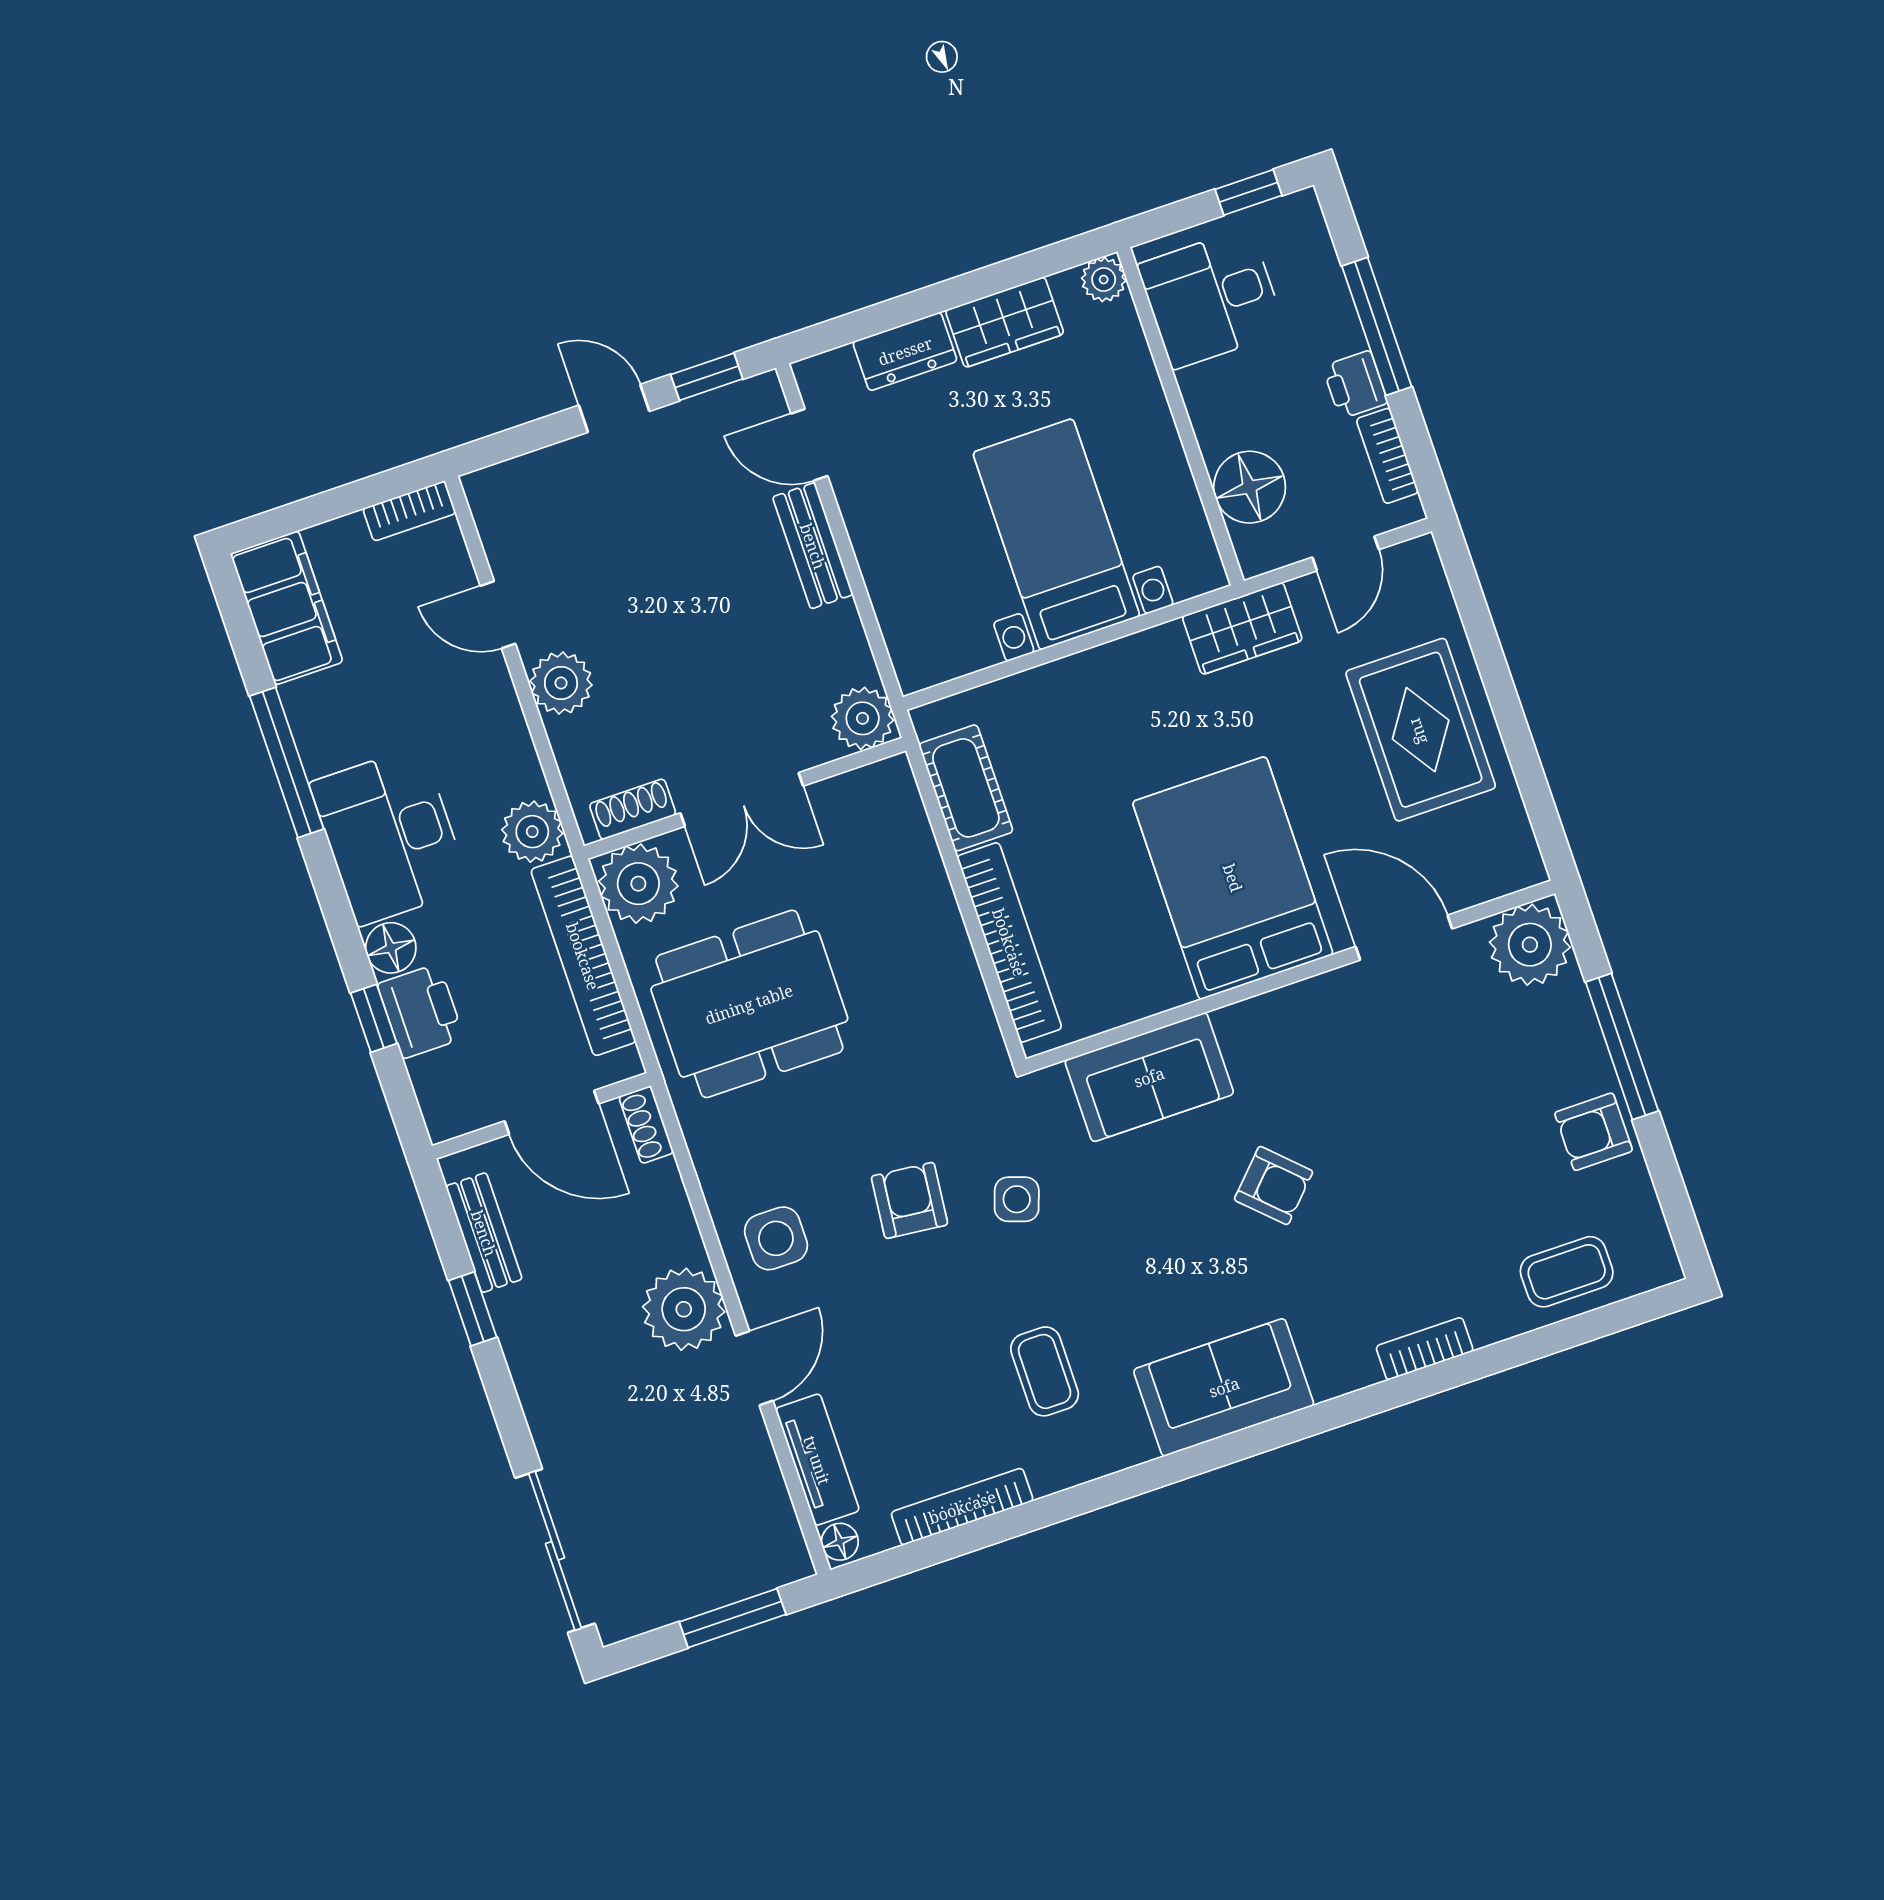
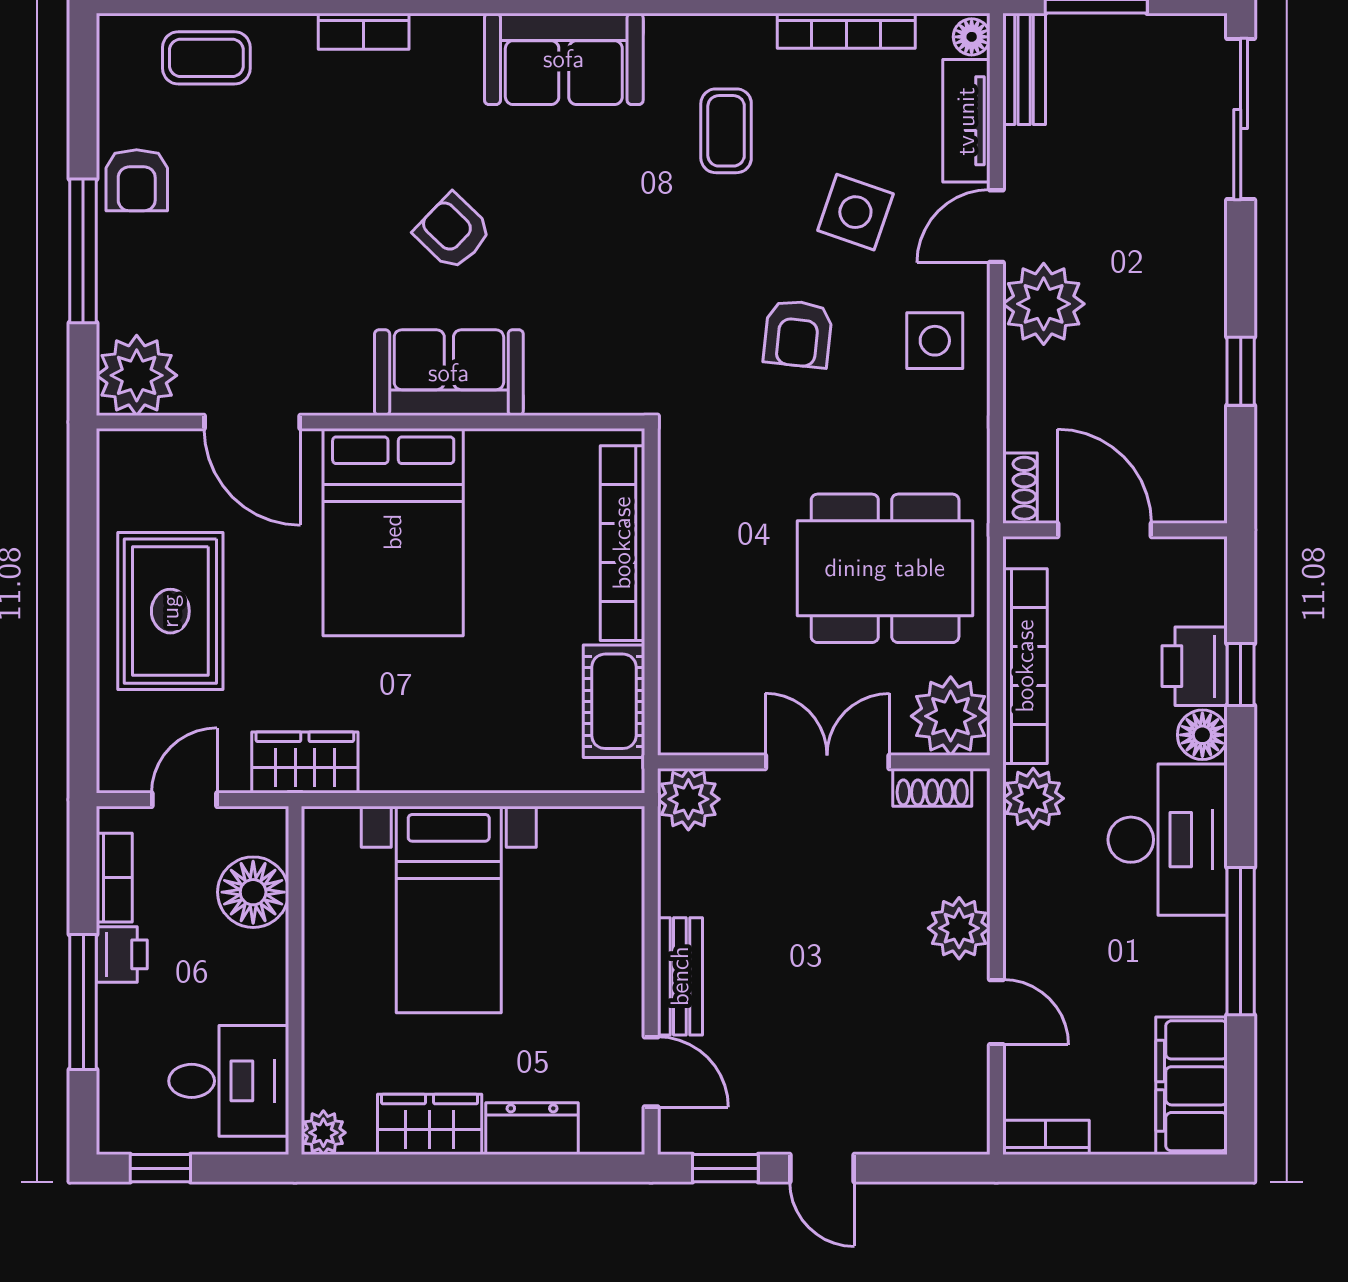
sofa: (1149, 1077) -> (449, 373), moved
armchair: (1594, 1132) -> (137, 180), turned 90
side table: (1017, 1199) -> (855, 212), moved, width x1.37, depth x1.37
bench: (484, 1233) -> (1024, 69), moved

